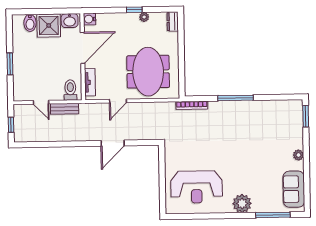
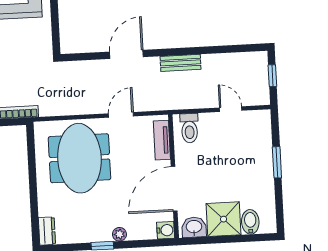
plant: (144, 17) -> (119, 234), moved
bench: (65, 109) -> (181, 63), moved

